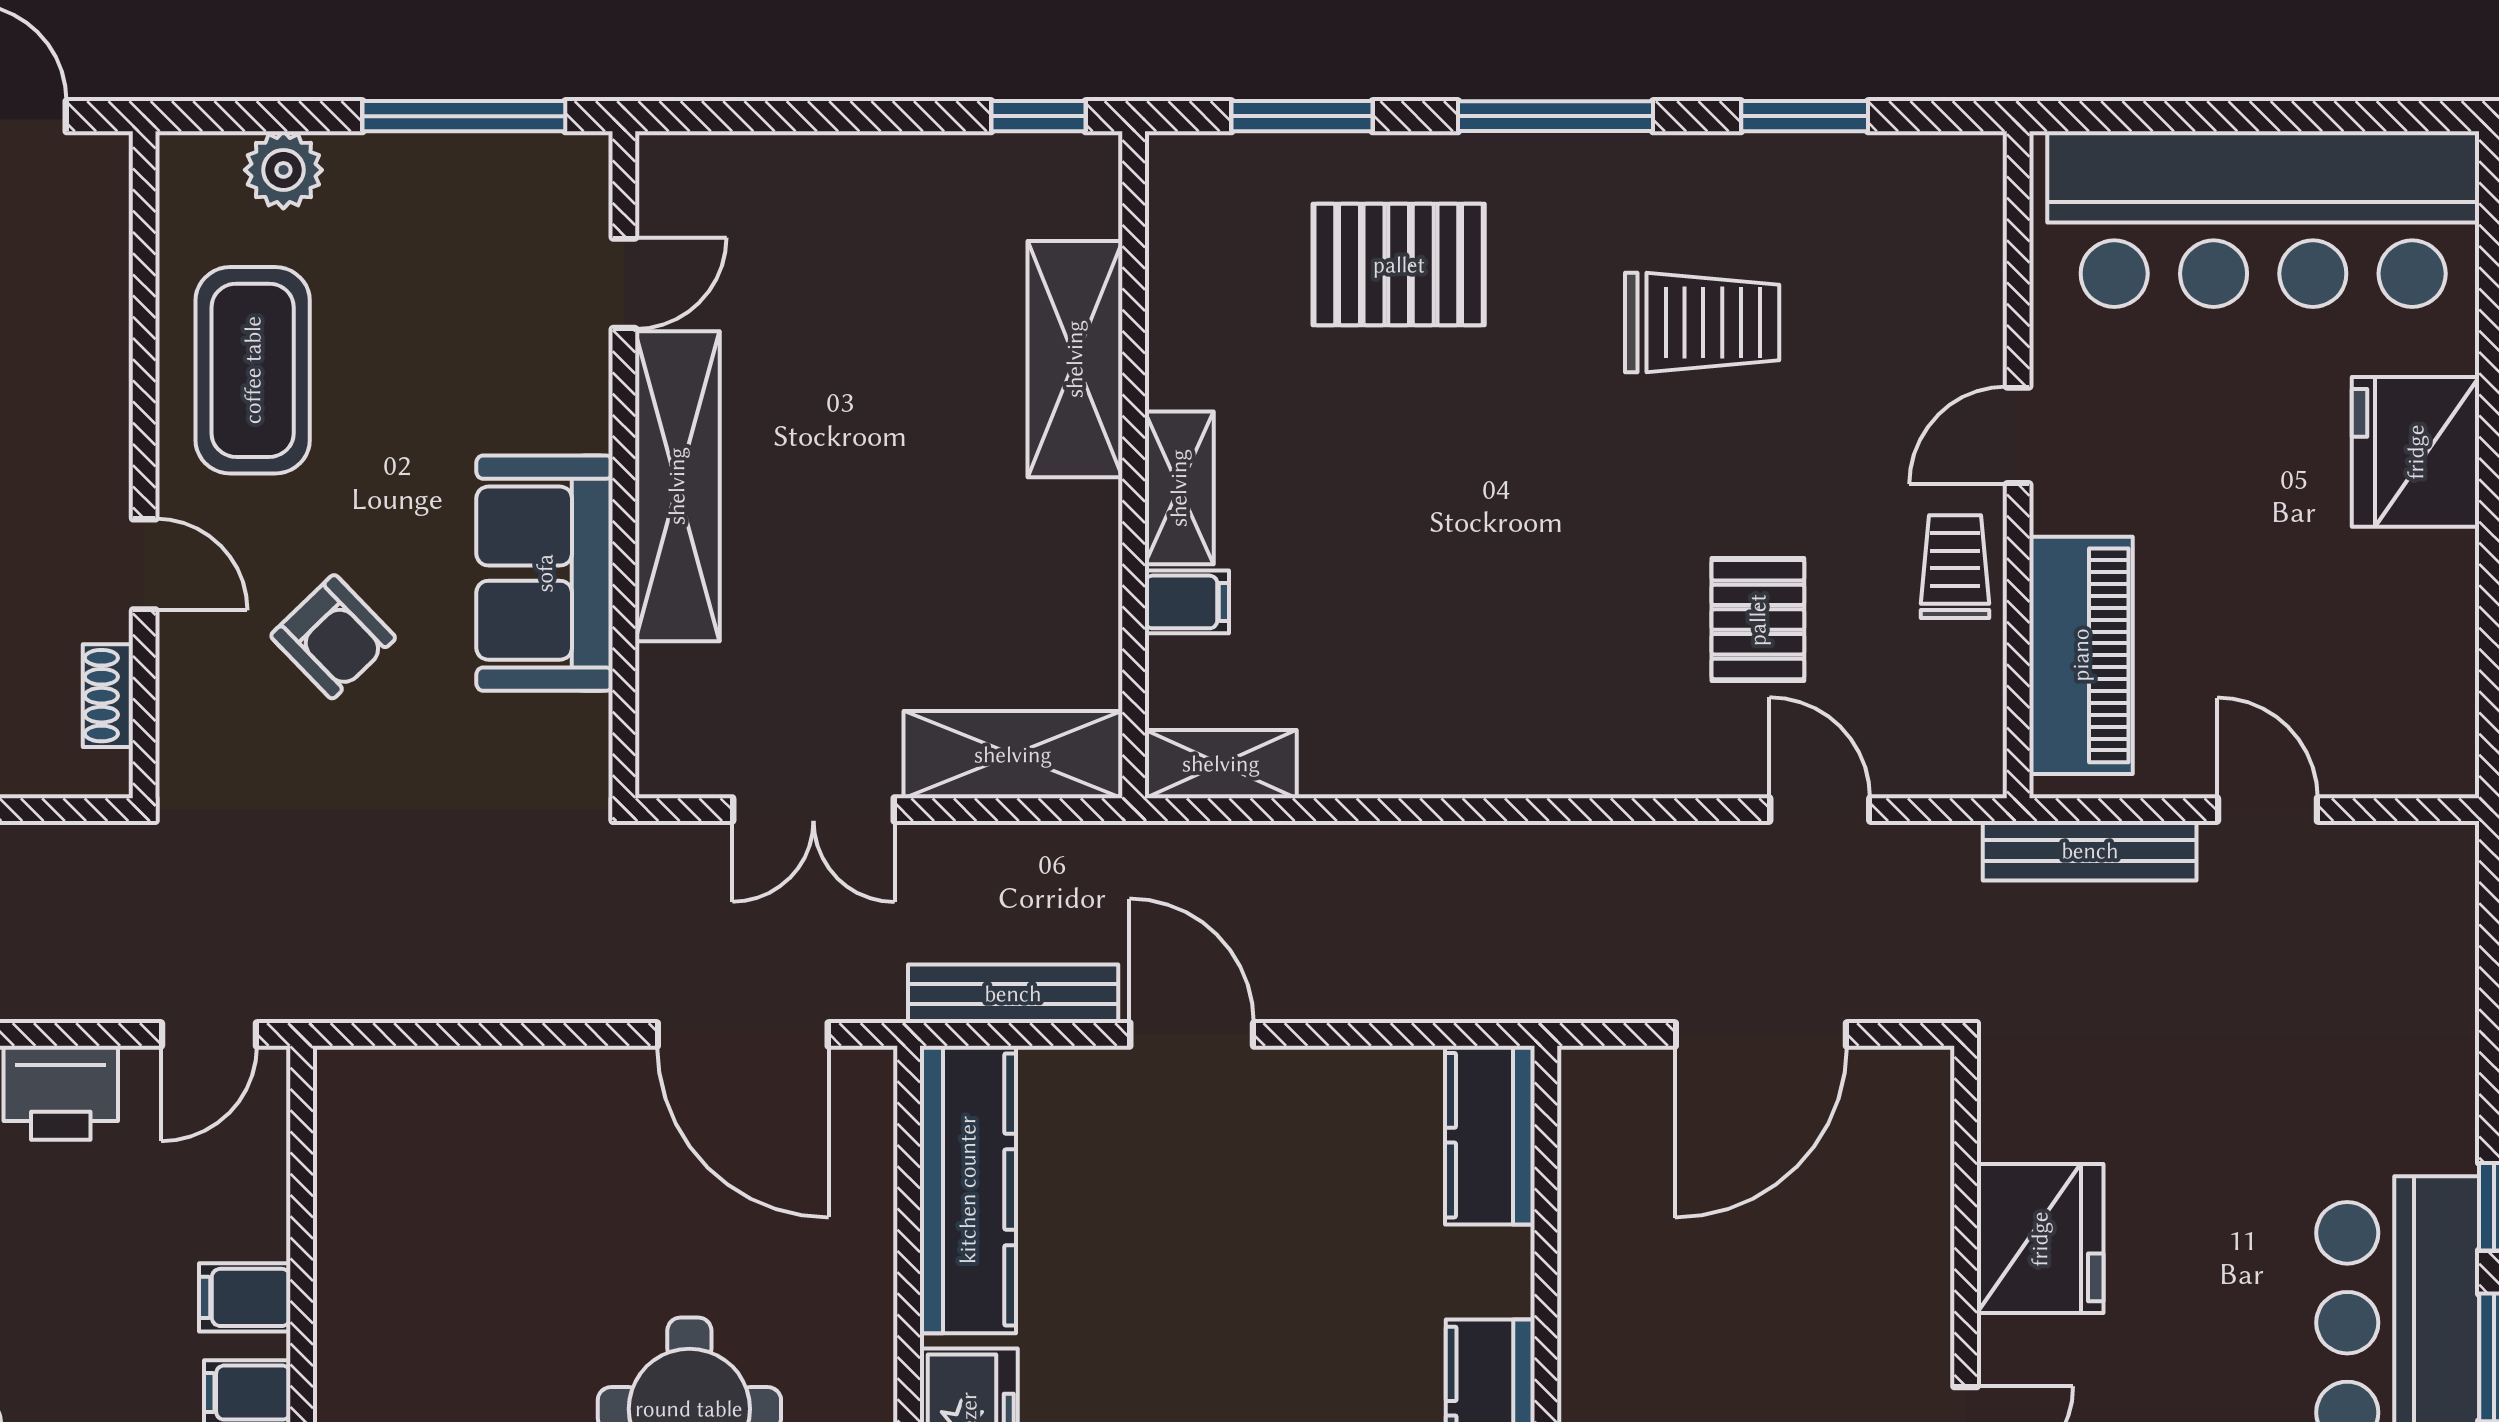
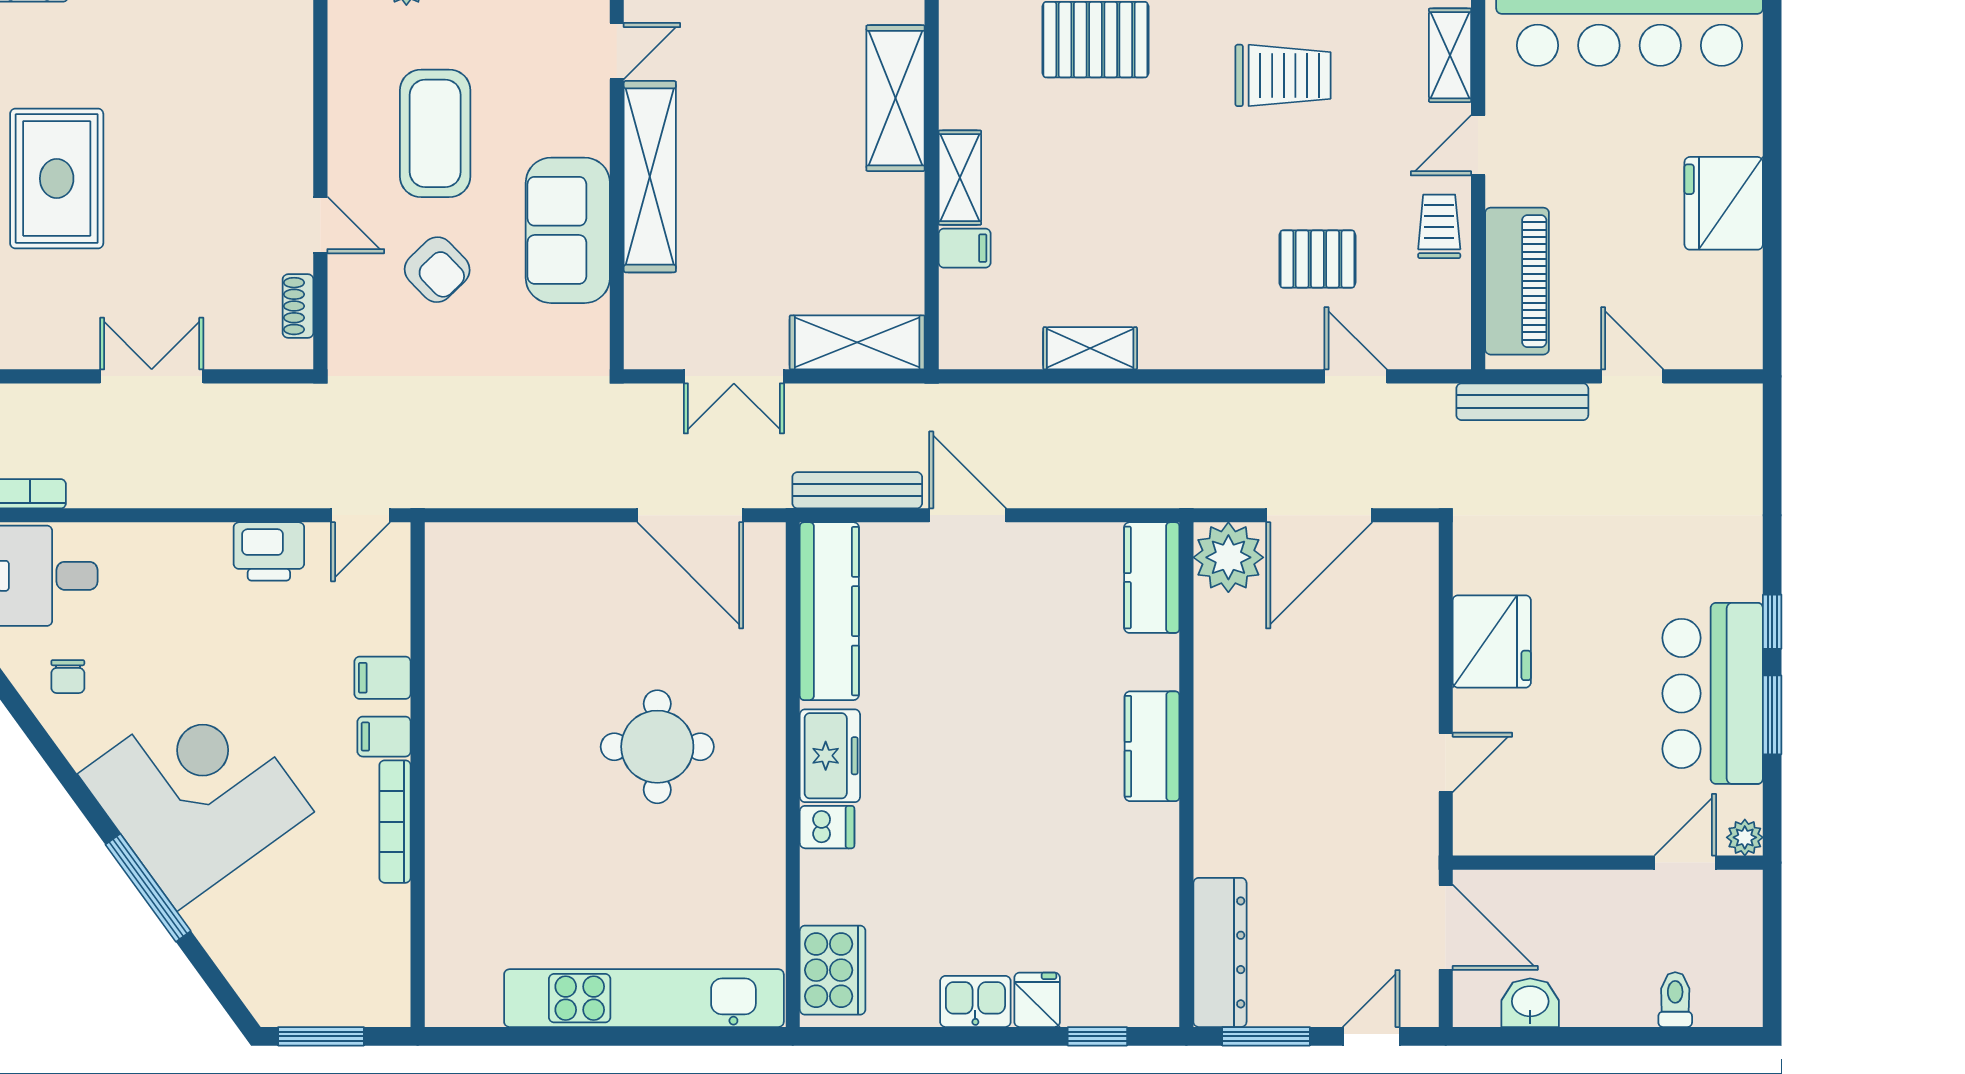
shelving: (1973, 290) -> (1450, 55), added
coffee table: (253, 370) -> (435, 133), moved
fridge: (2416, 452) -> (1724, 203), moved
pallet: (1758, 620) -> (1317, 259), turned 90
shelving: (1221, 764) -> (1090, 348), moved
plant: (1614, 1102) -> (1228, 557), added

